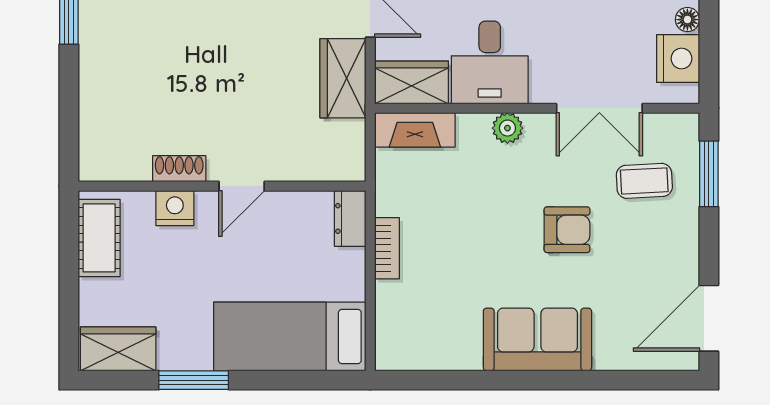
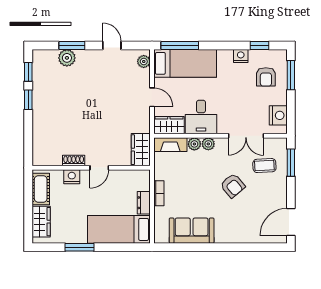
floor lamp: (687, 20) -> (282, 99), removed
wardrobe: (343, 78) -> (141, 150), moved
plant: (474, 128) -> (194, 144), added
dresser: (350, 218) -> (144, 203), moved
armchair: (567, 230) -> (233, 186), turned 50
sofa: (537, 339) -> (192, 231), moved
wardrobe: (118, 349) -> (41, 222), moved, turned 90

